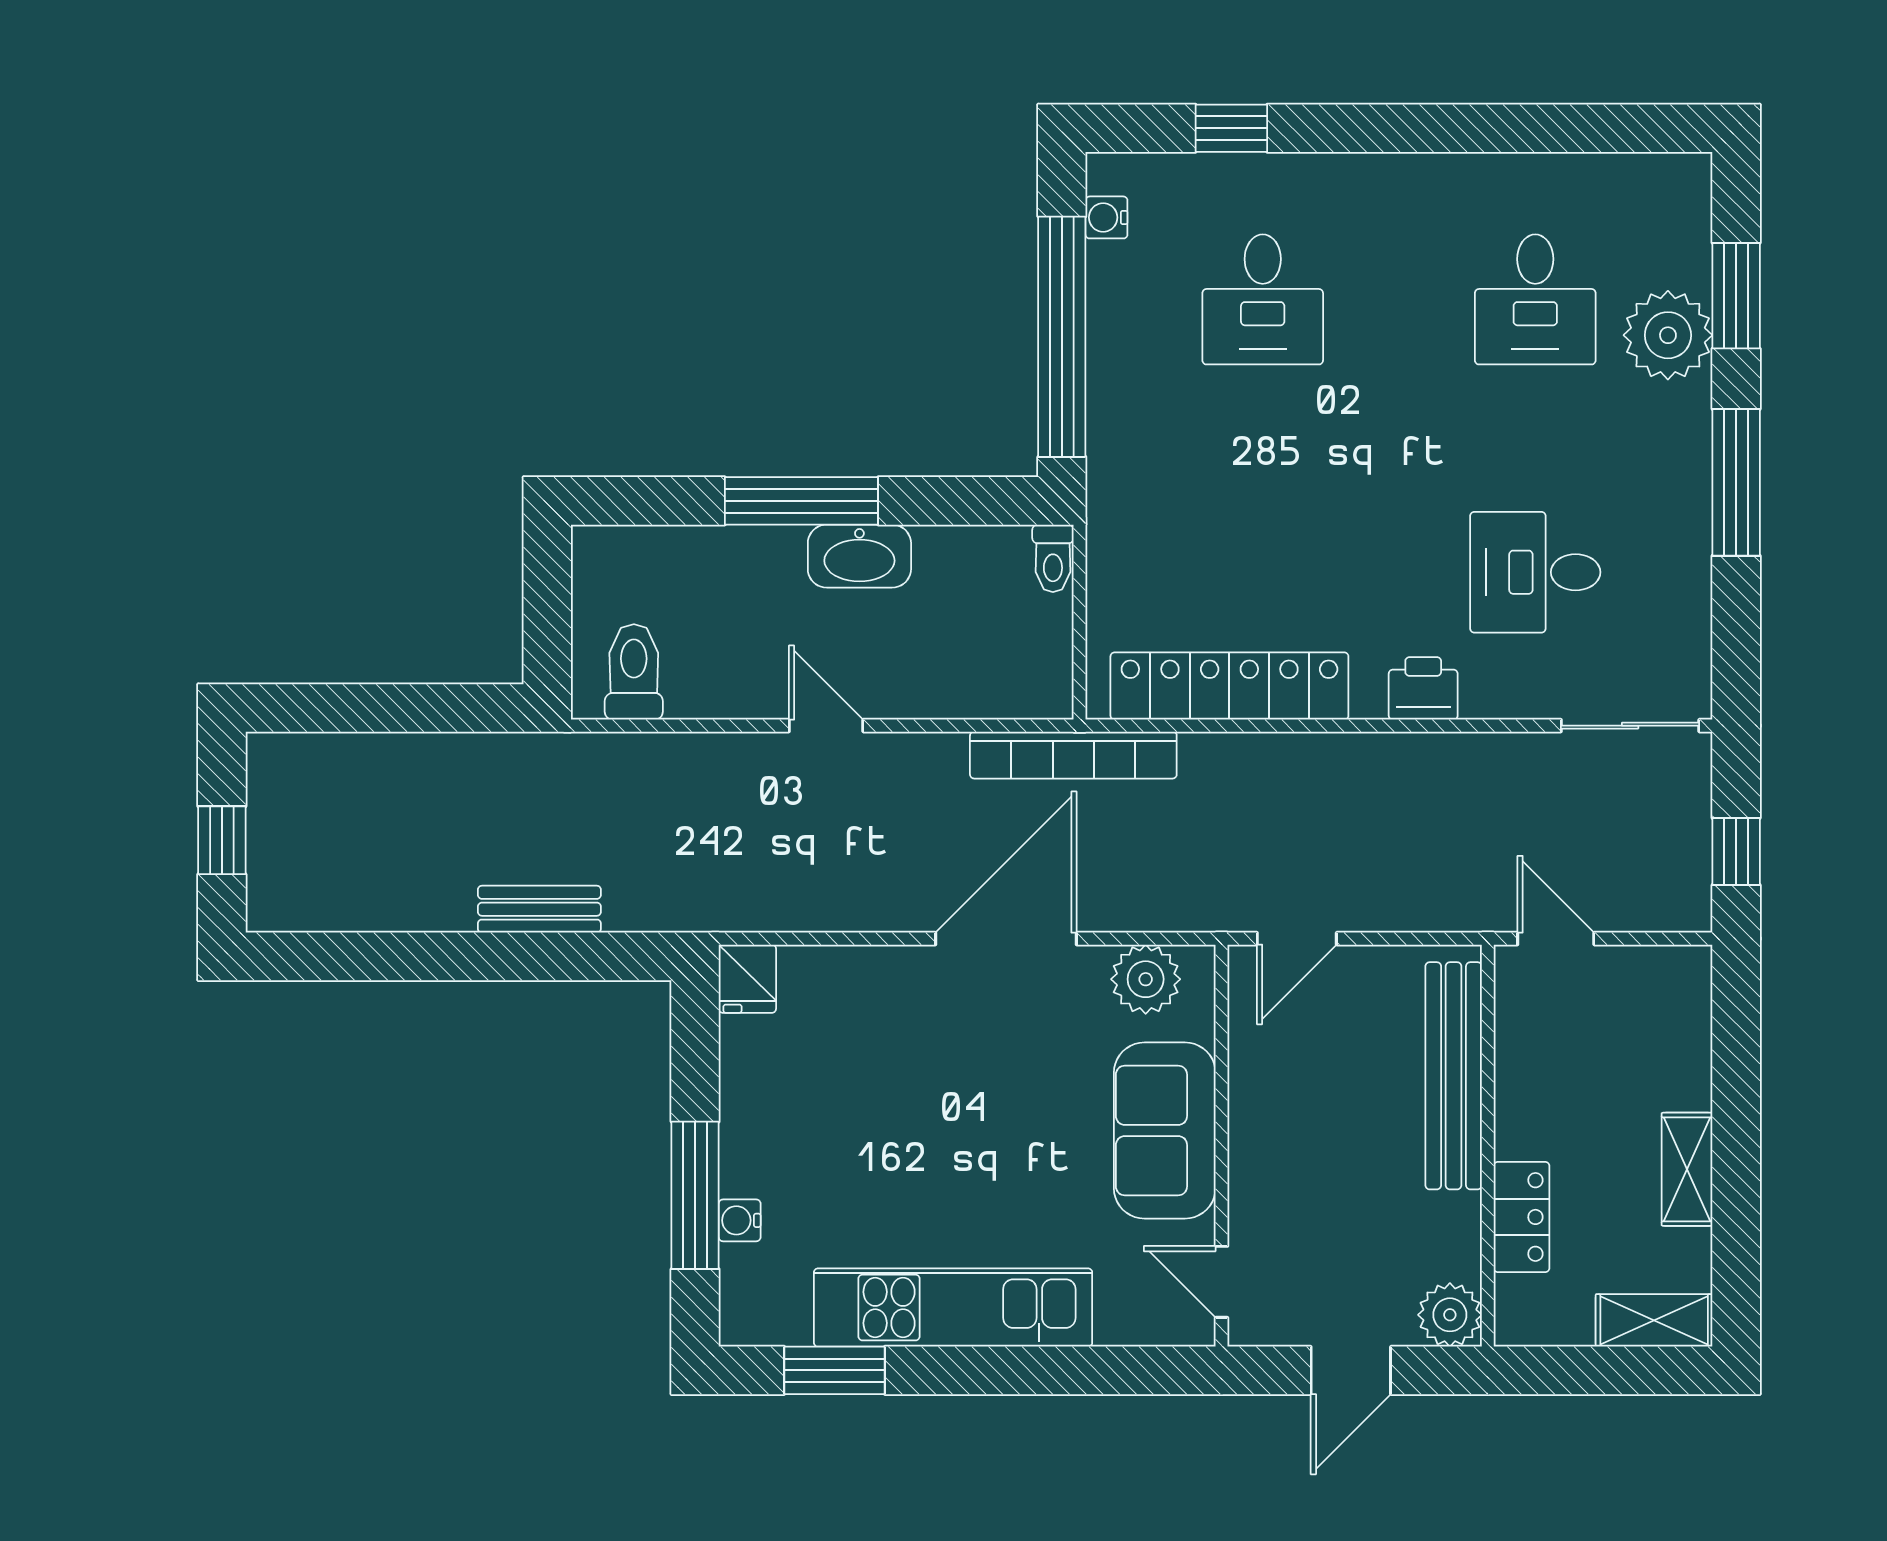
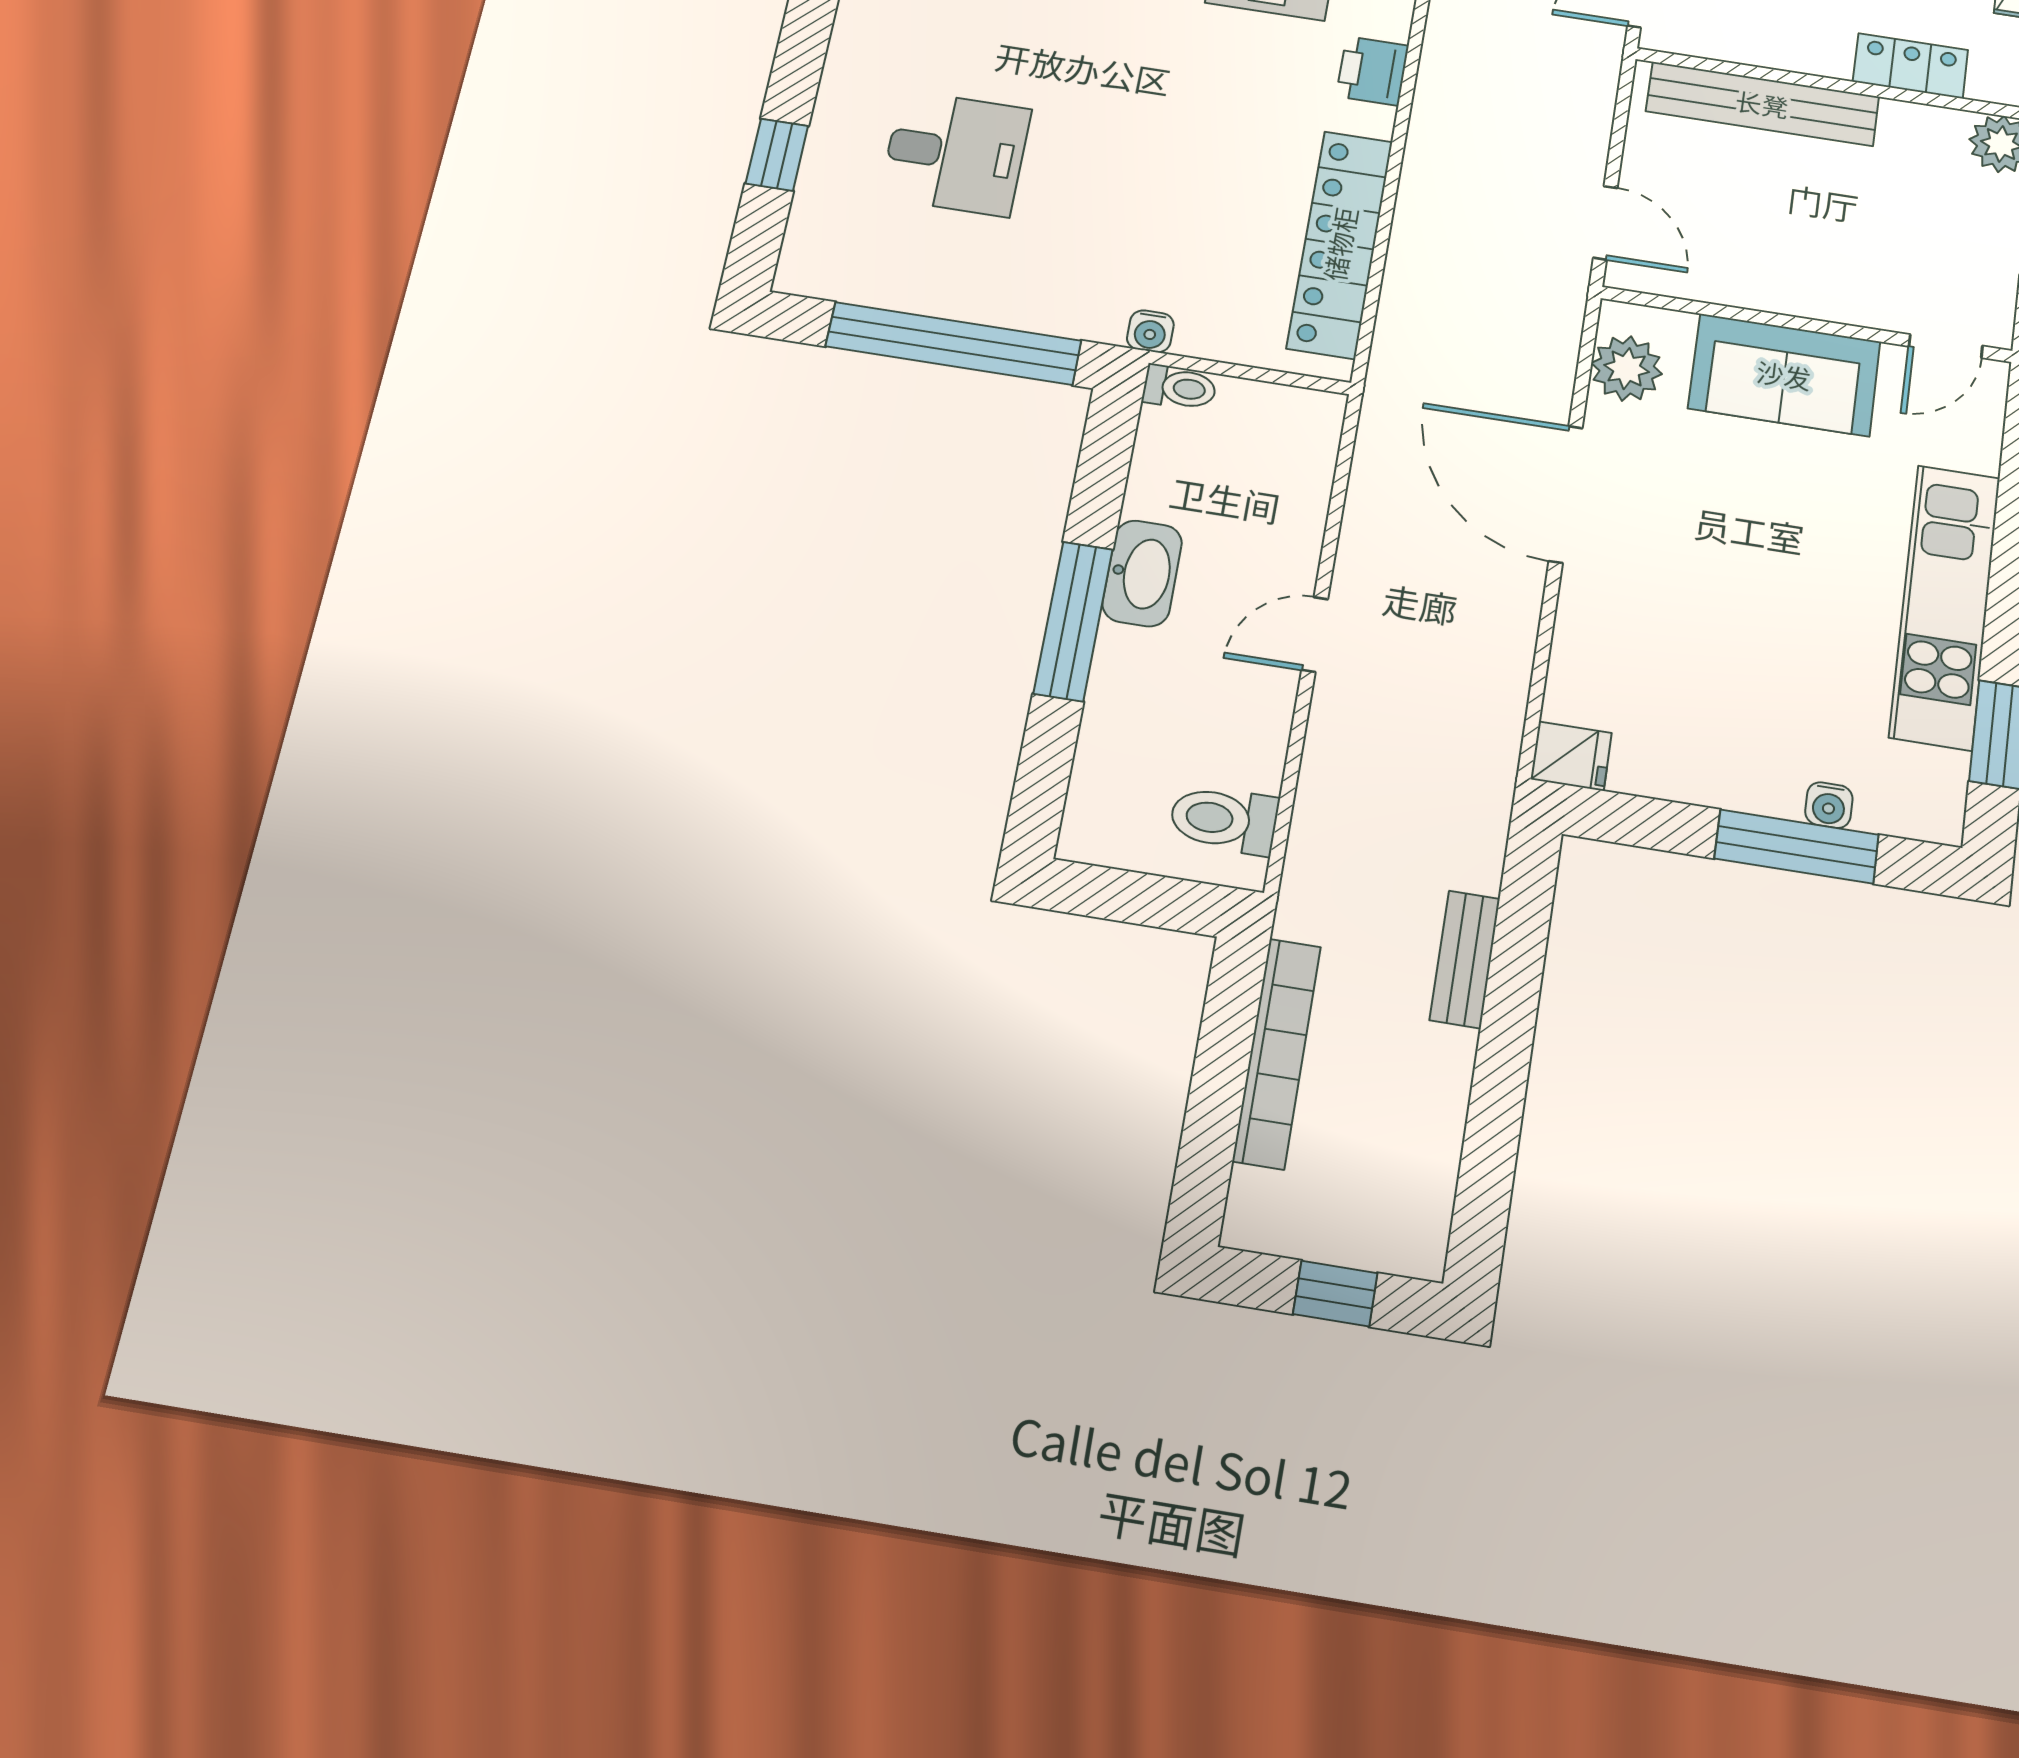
water cooler: (1106, 217) -> (1150, 331), moved
bookcase: (1073, 755) -> (1277, 1053), moved

